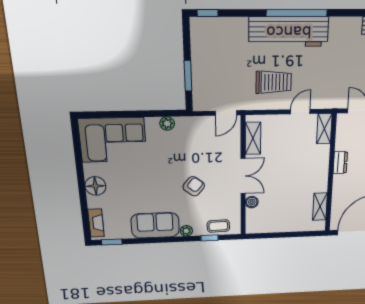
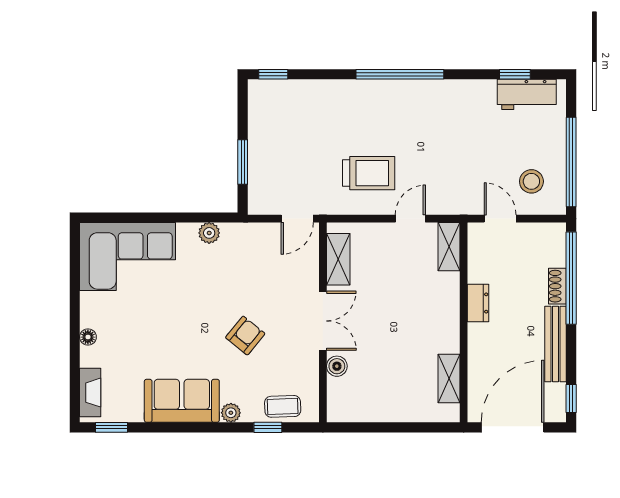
workbench: (289, 32) -> (389, 100), removed
floor lamp: (95, 186) -> (88, 337), width x0.53, depth x0.53

